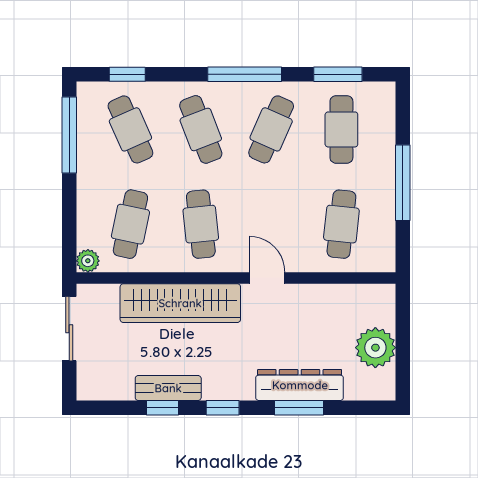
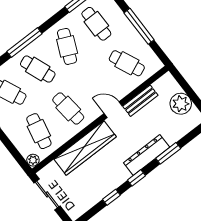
window: (245, 74) -> (24, 43), moved
cafe table: (341, 224) -> (127, 63), turned -30
dresser: (300, 385) -> (147, 155), moved
bench: (168, 388) -> (140, 101), moved

